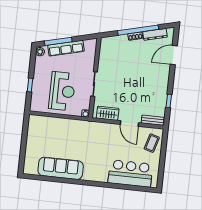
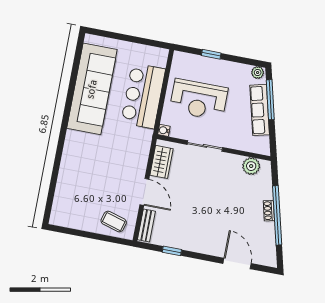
dresser: (155, 34) -> (269, 239), removed
plant: (105, 51) -> (251, 166), added
door: (129, 124) -> (144, 192), swing flipped
sofa: (61, 168) -> (92, 89), width x1.36, depth x1.27
bar counter: (130, 173) -> (143, 96), moved, turned 180

